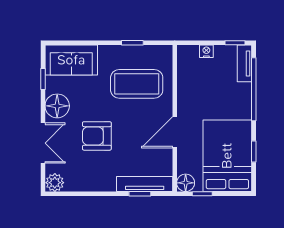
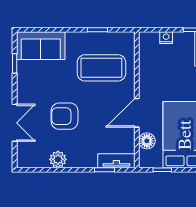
floor lamp: (57, 106) -> (28, 88), removed
plant: (55, 183) -> (58, 159), moved
floor lamp: (186, 183) -> (147, 141), moved
tv unit: (145, 184) -> (116, 161), width x0.71

